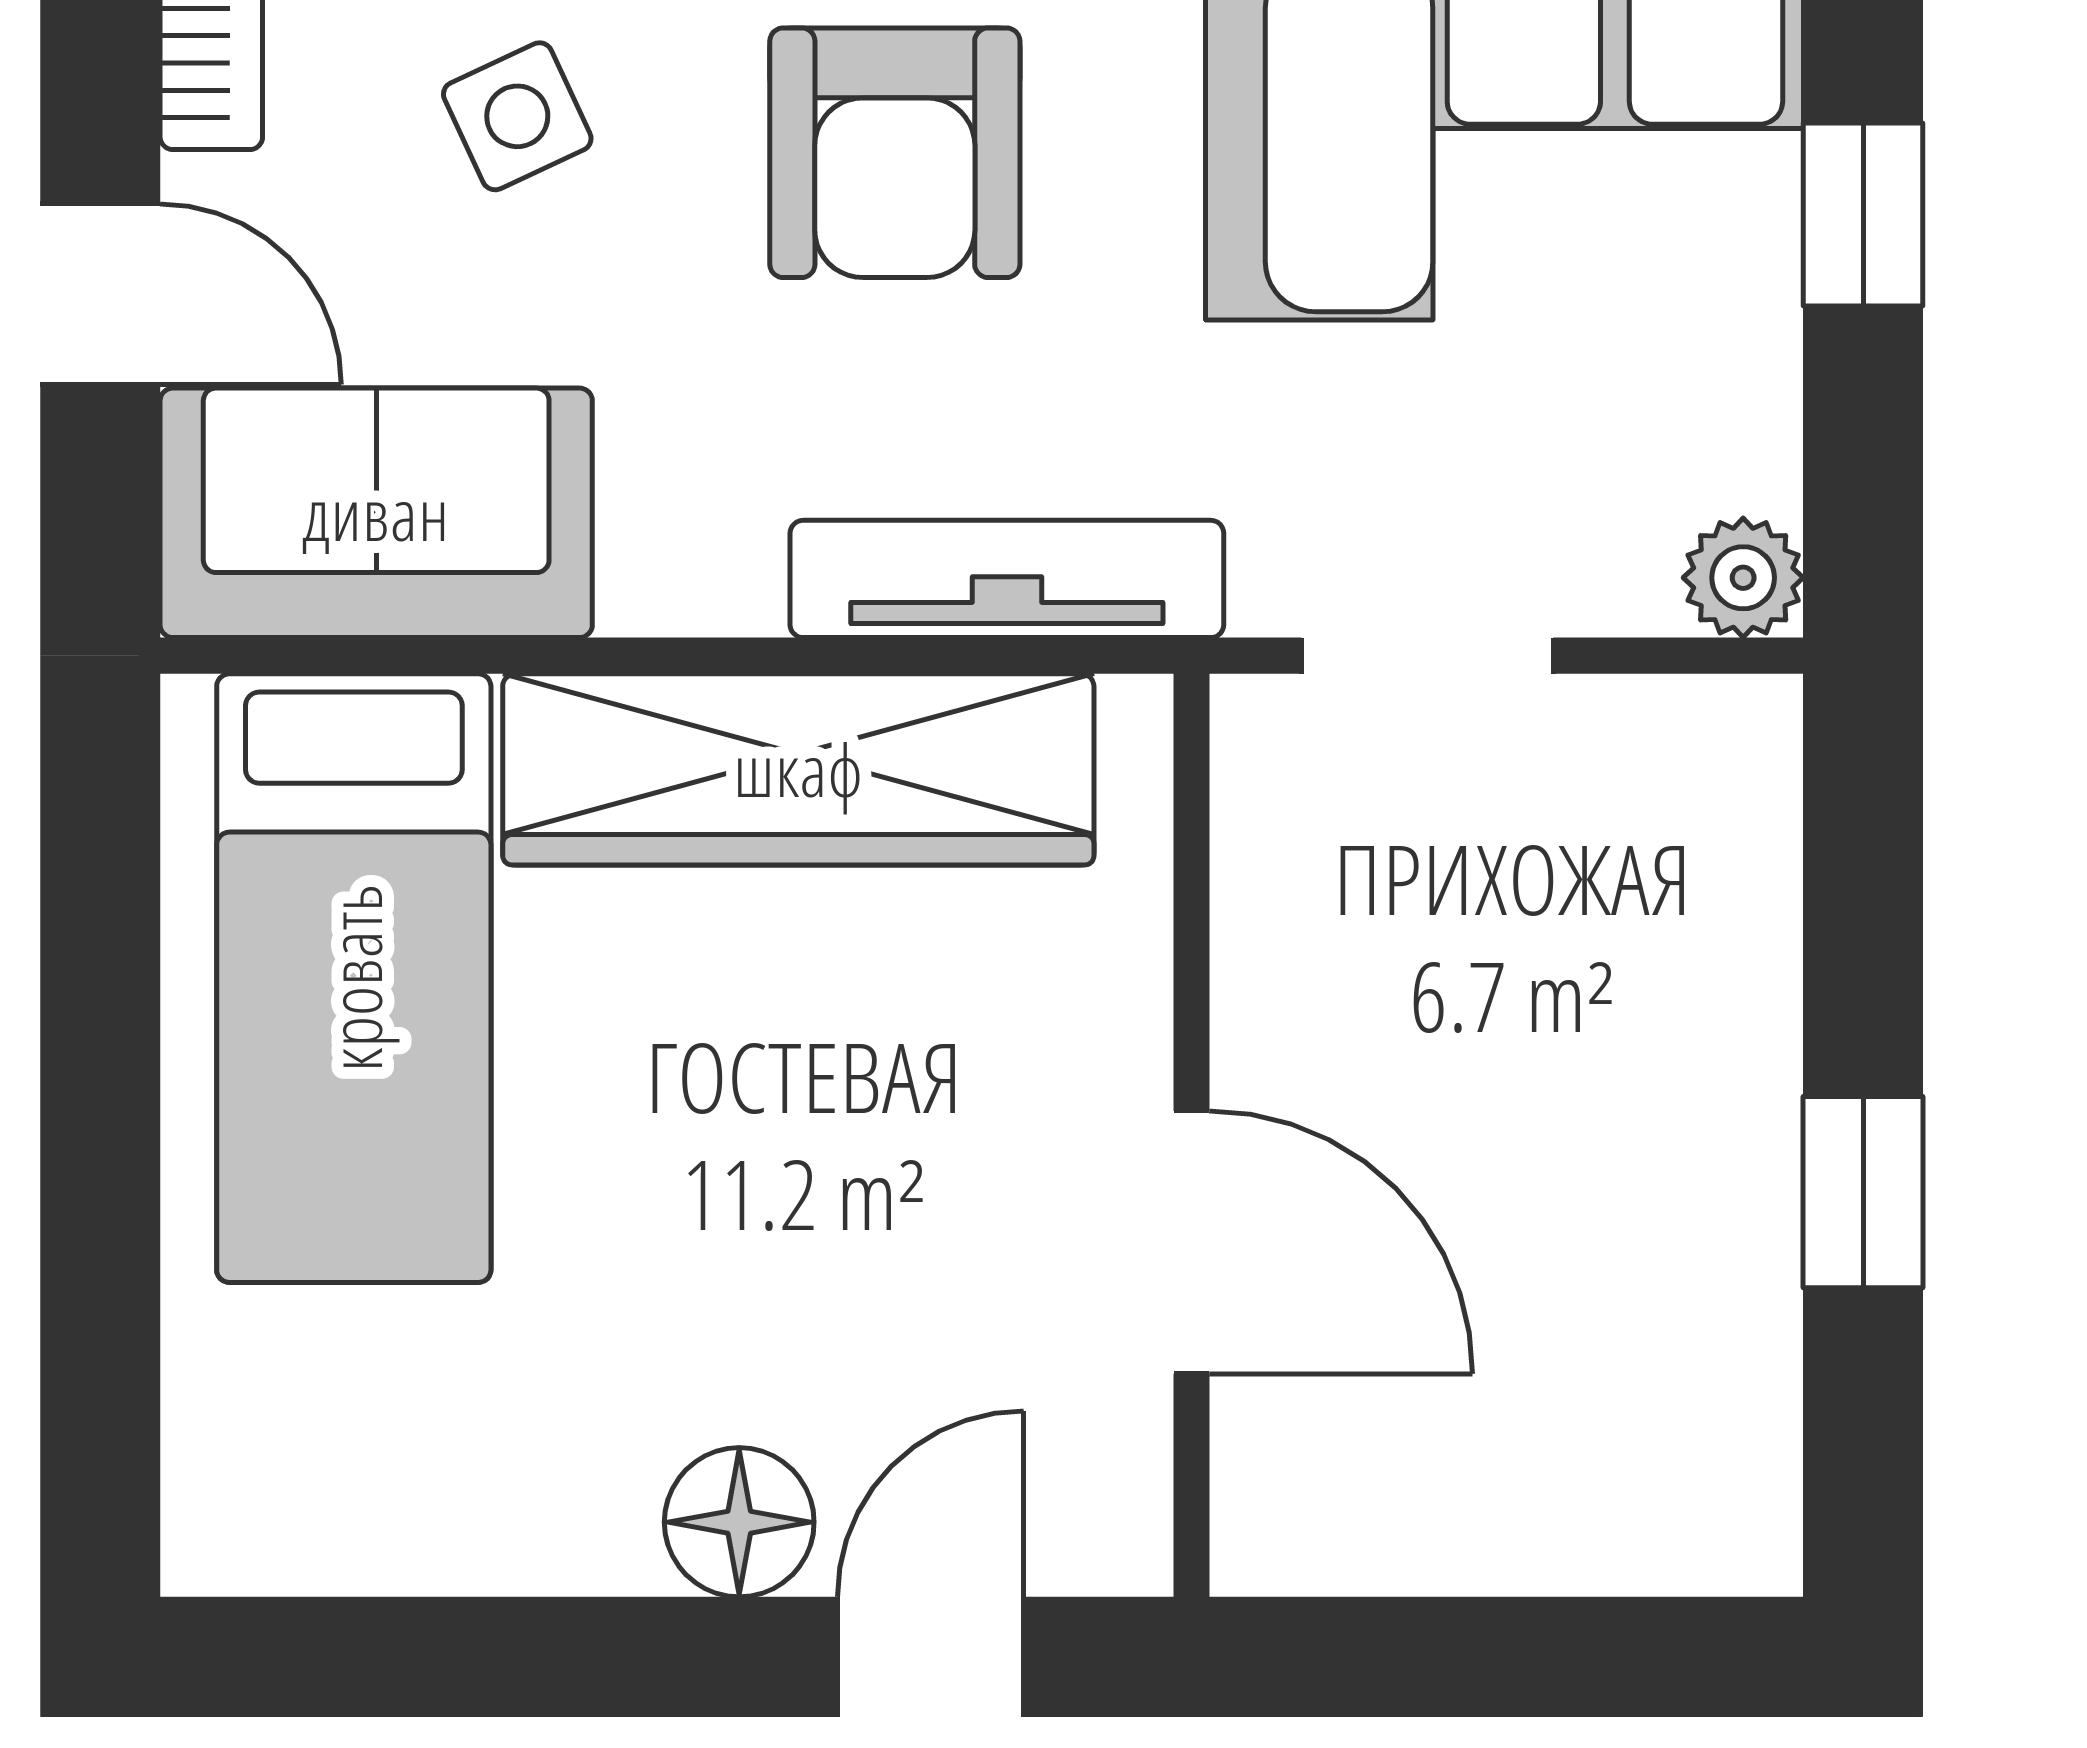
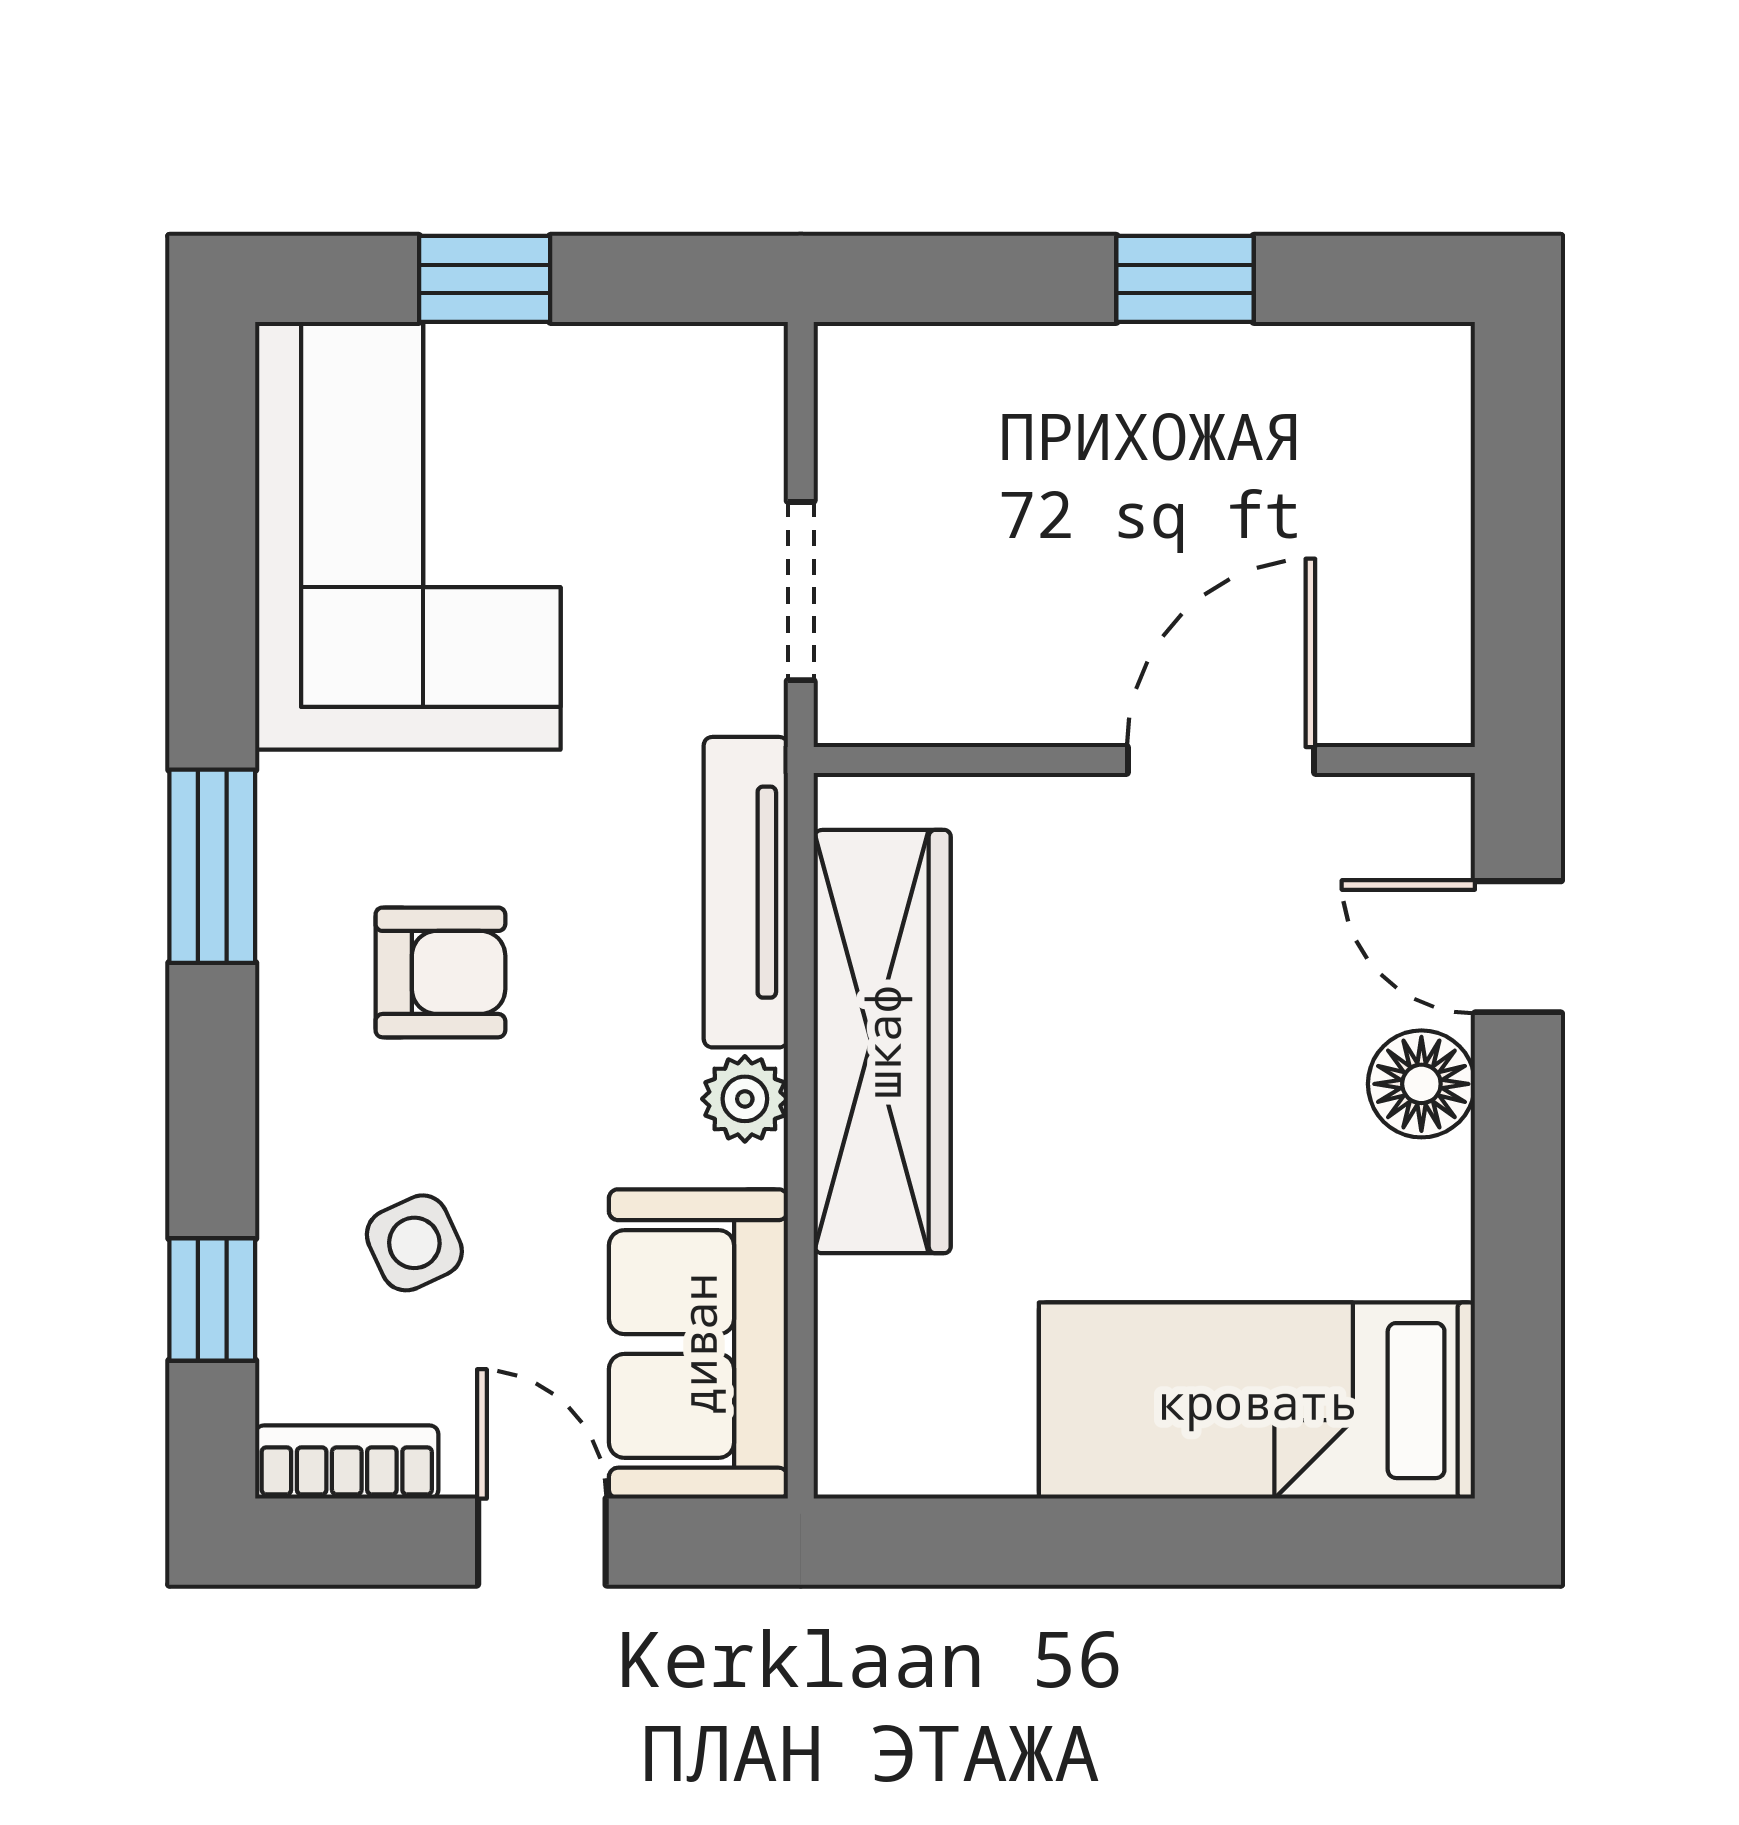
armchair: (895, 153) -> (440, 972), width x0.72, depth x0.72
door: (100, 294) -> (542, 1542), hinge flipped
plant: (1743, 578) -> (745, 1099), moved
bed: (354, 978) -> (1257, 1401), moved, turned 180

